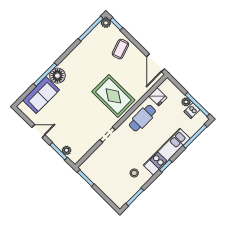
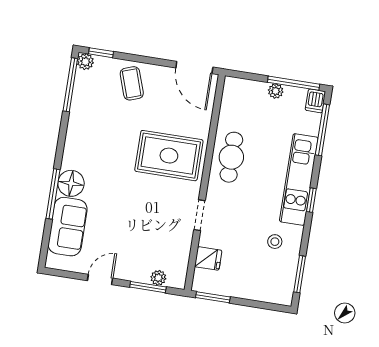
fridge: (158, 97) -> (208, 258), moved
dishwasher: (192, 111) -> (315, 101), moved

